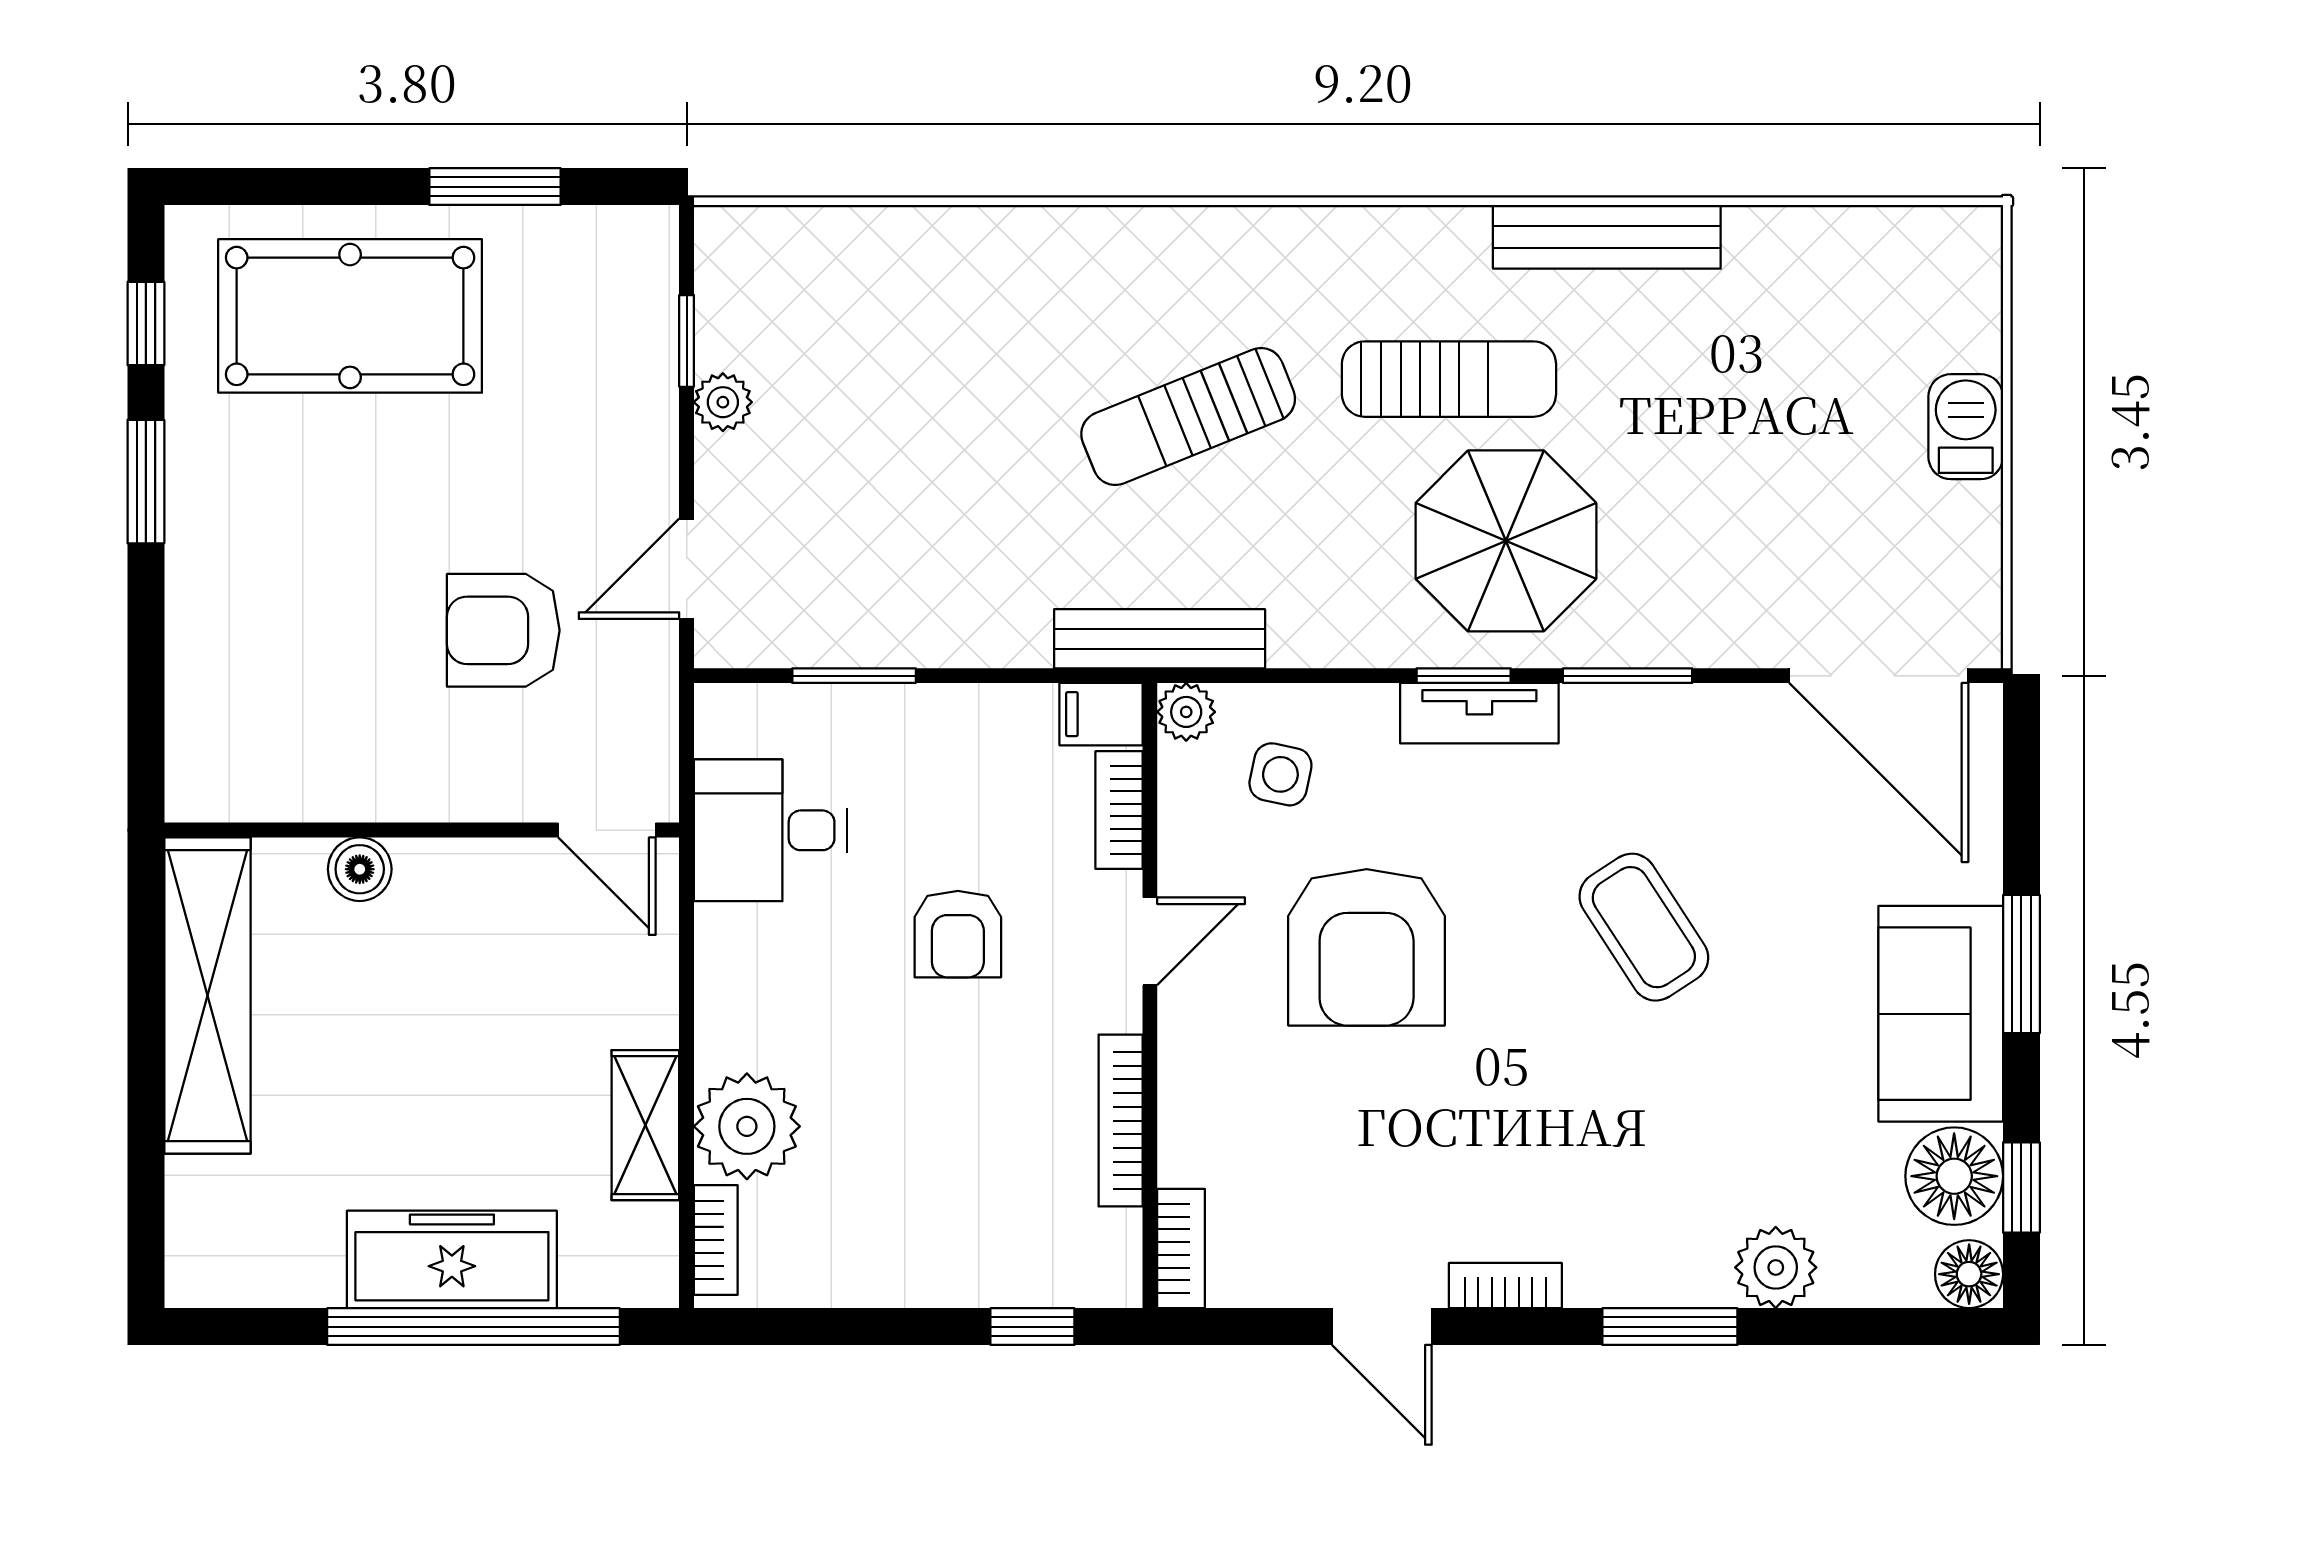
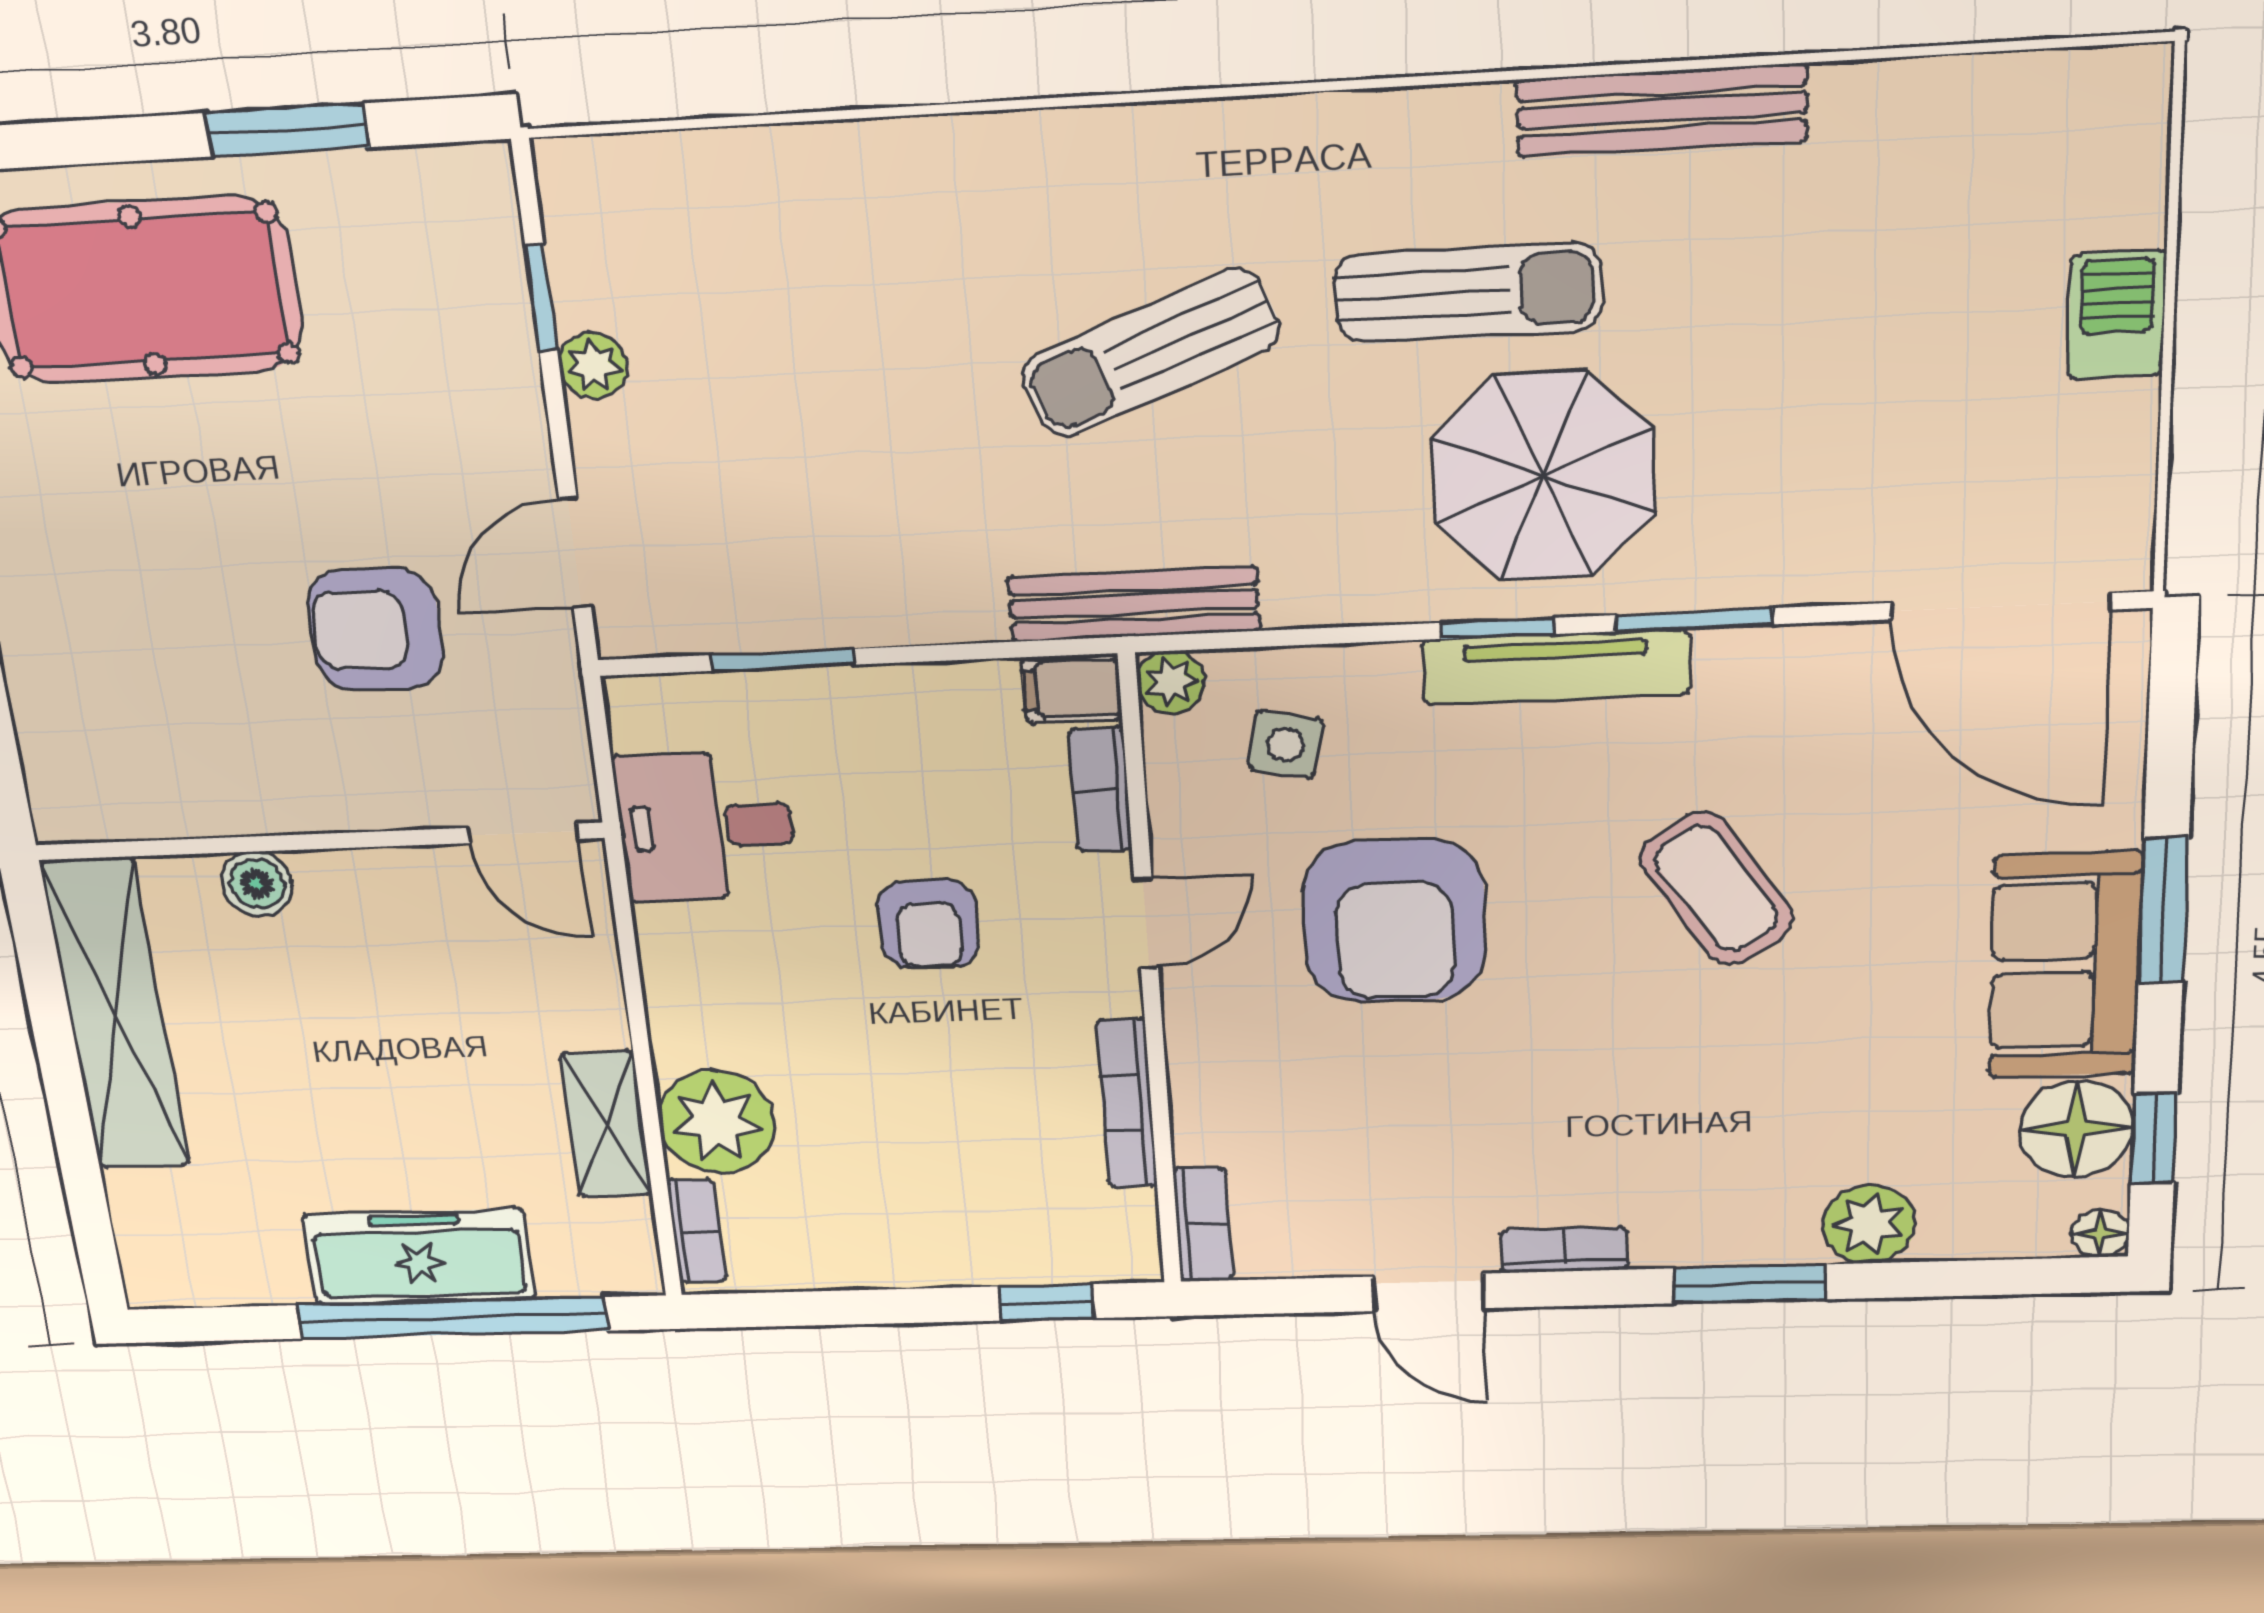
tv unit: (1479, 713) -> (1556, 667), width x1.41
floor lamp: (1969, 1274) -> (2100, 1233), width x0.73, depth x0.73

